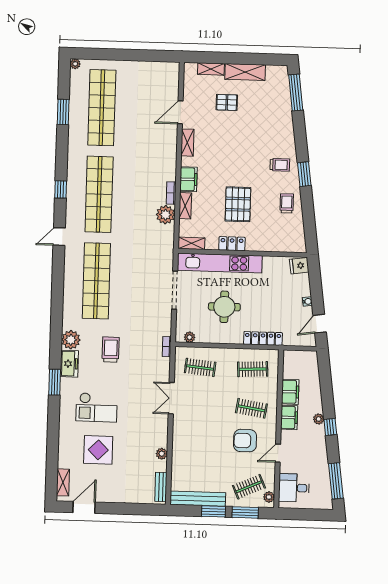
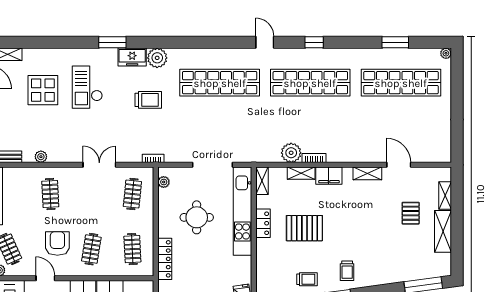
clothes rail: (198, 446) -> (50, 194), added

